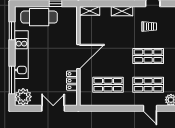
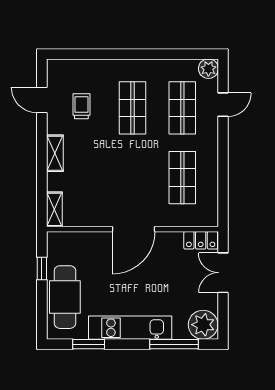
door: (78, 57) -> (134, 229), swing flipped
locker: (72, 81) -> (201, 240), moved

